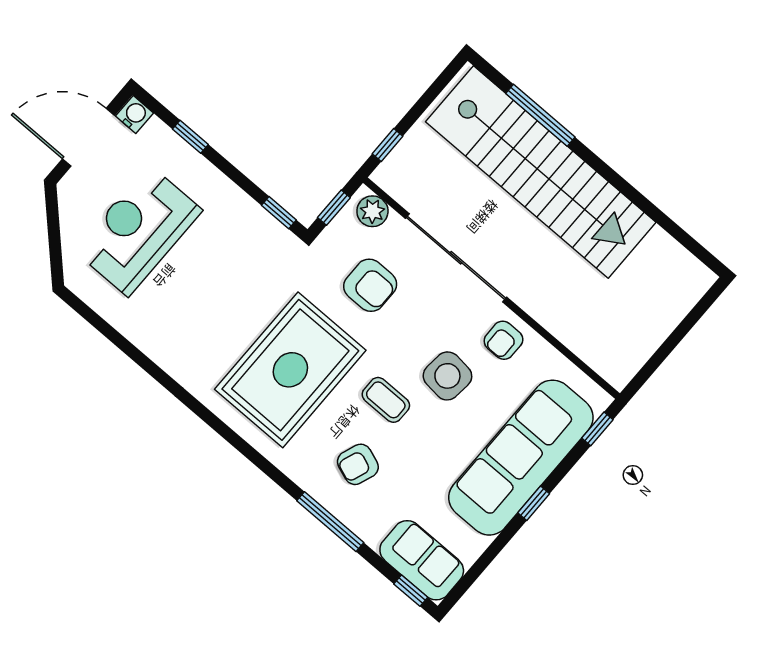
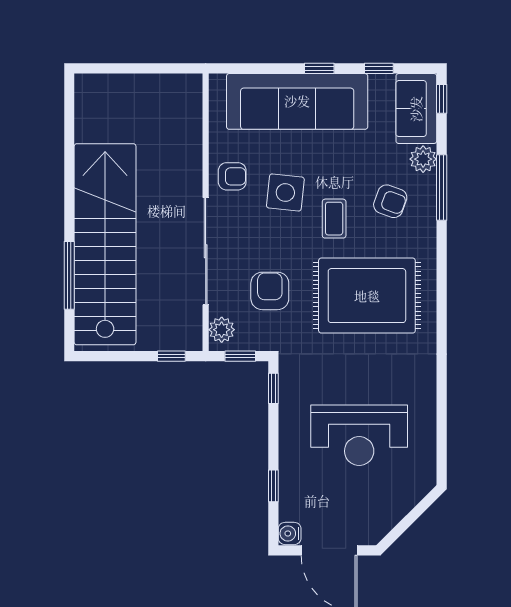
reception desk: (138, 231) -> (359, 435), moved
window: (597, 429) -> (379, 68), moved
plant: (371, 527) -> (423, 159), added

